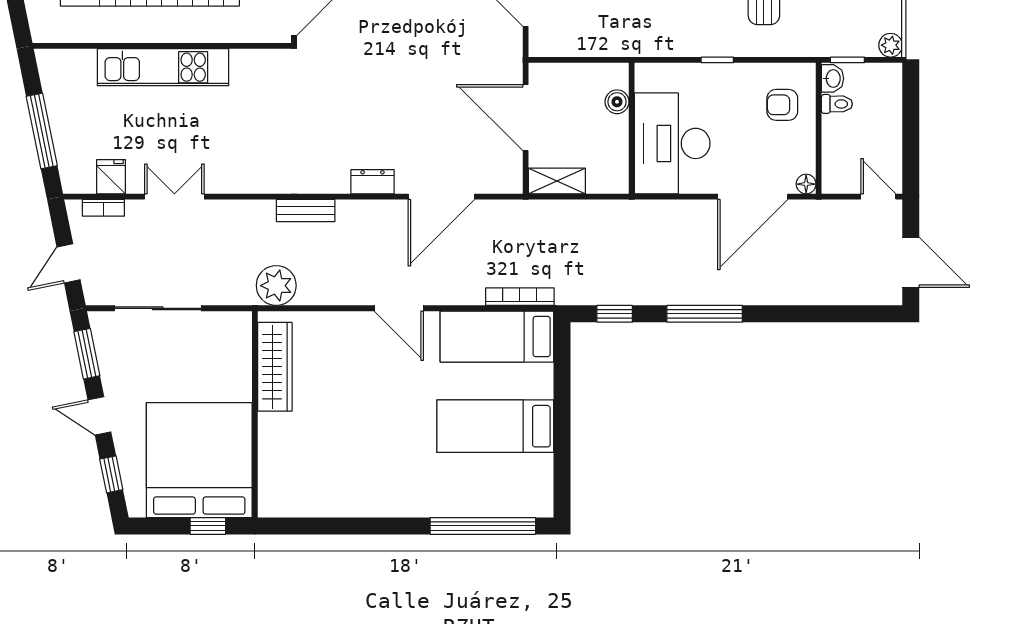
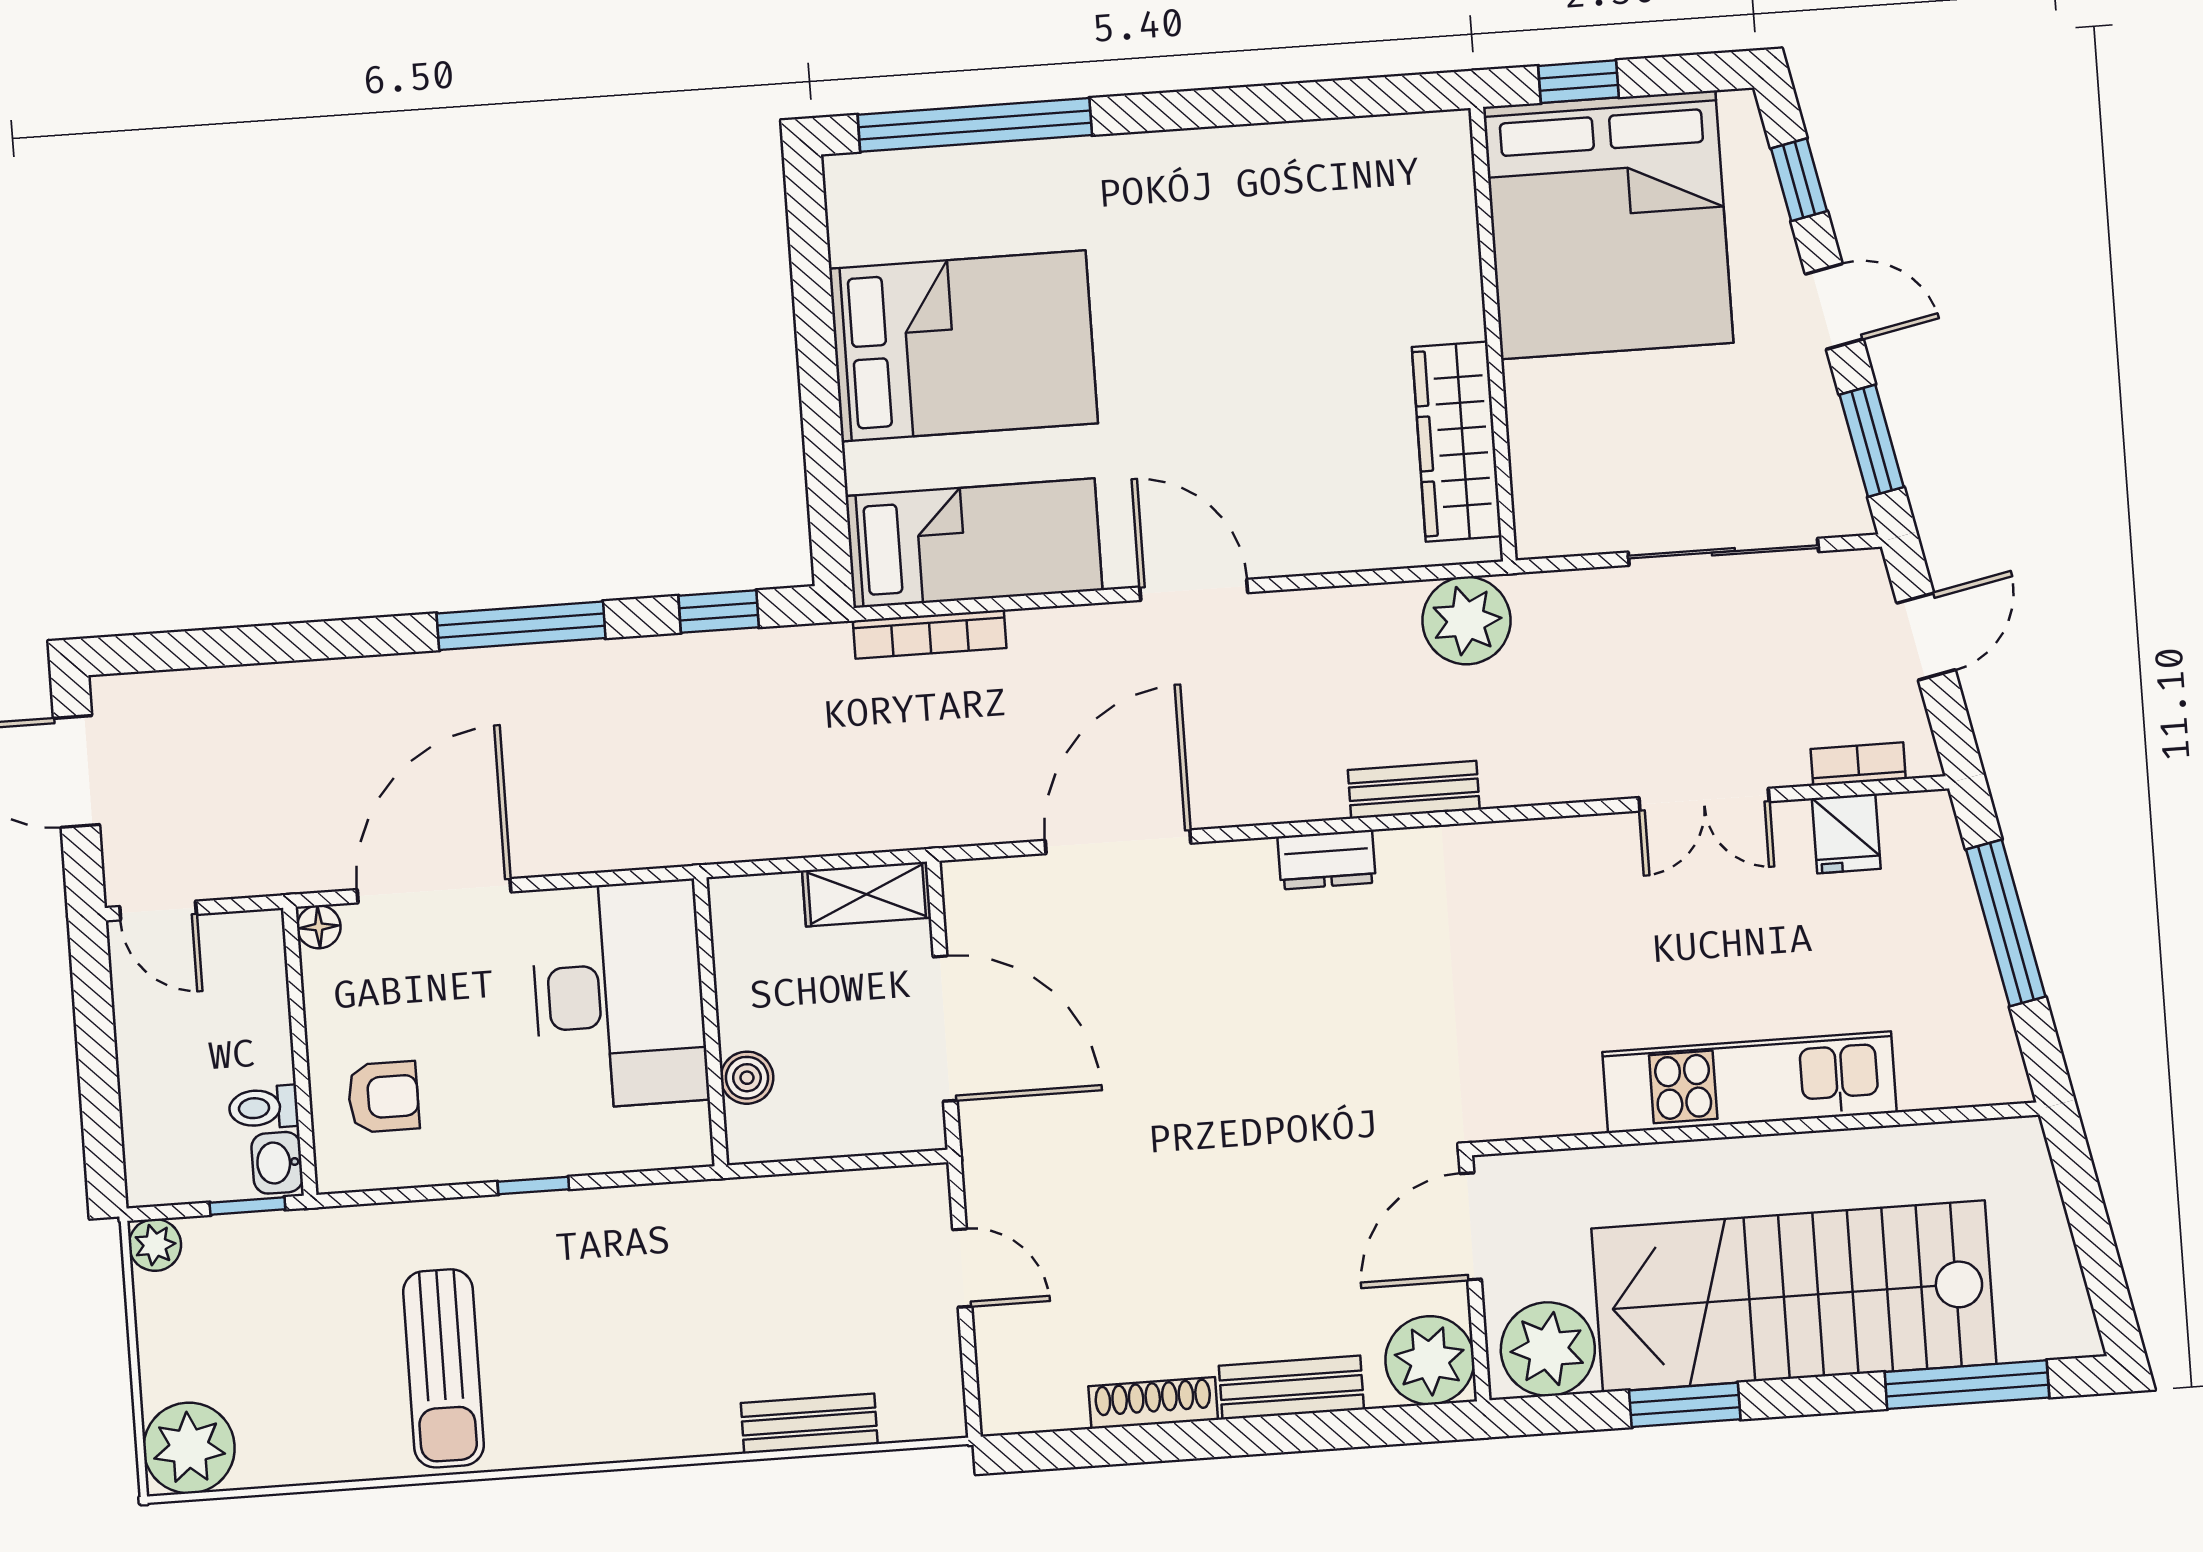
dresser: (373, 182) -> (1327, 860), moved
bed: (495, 426) -> (963, 346), width x1.50

